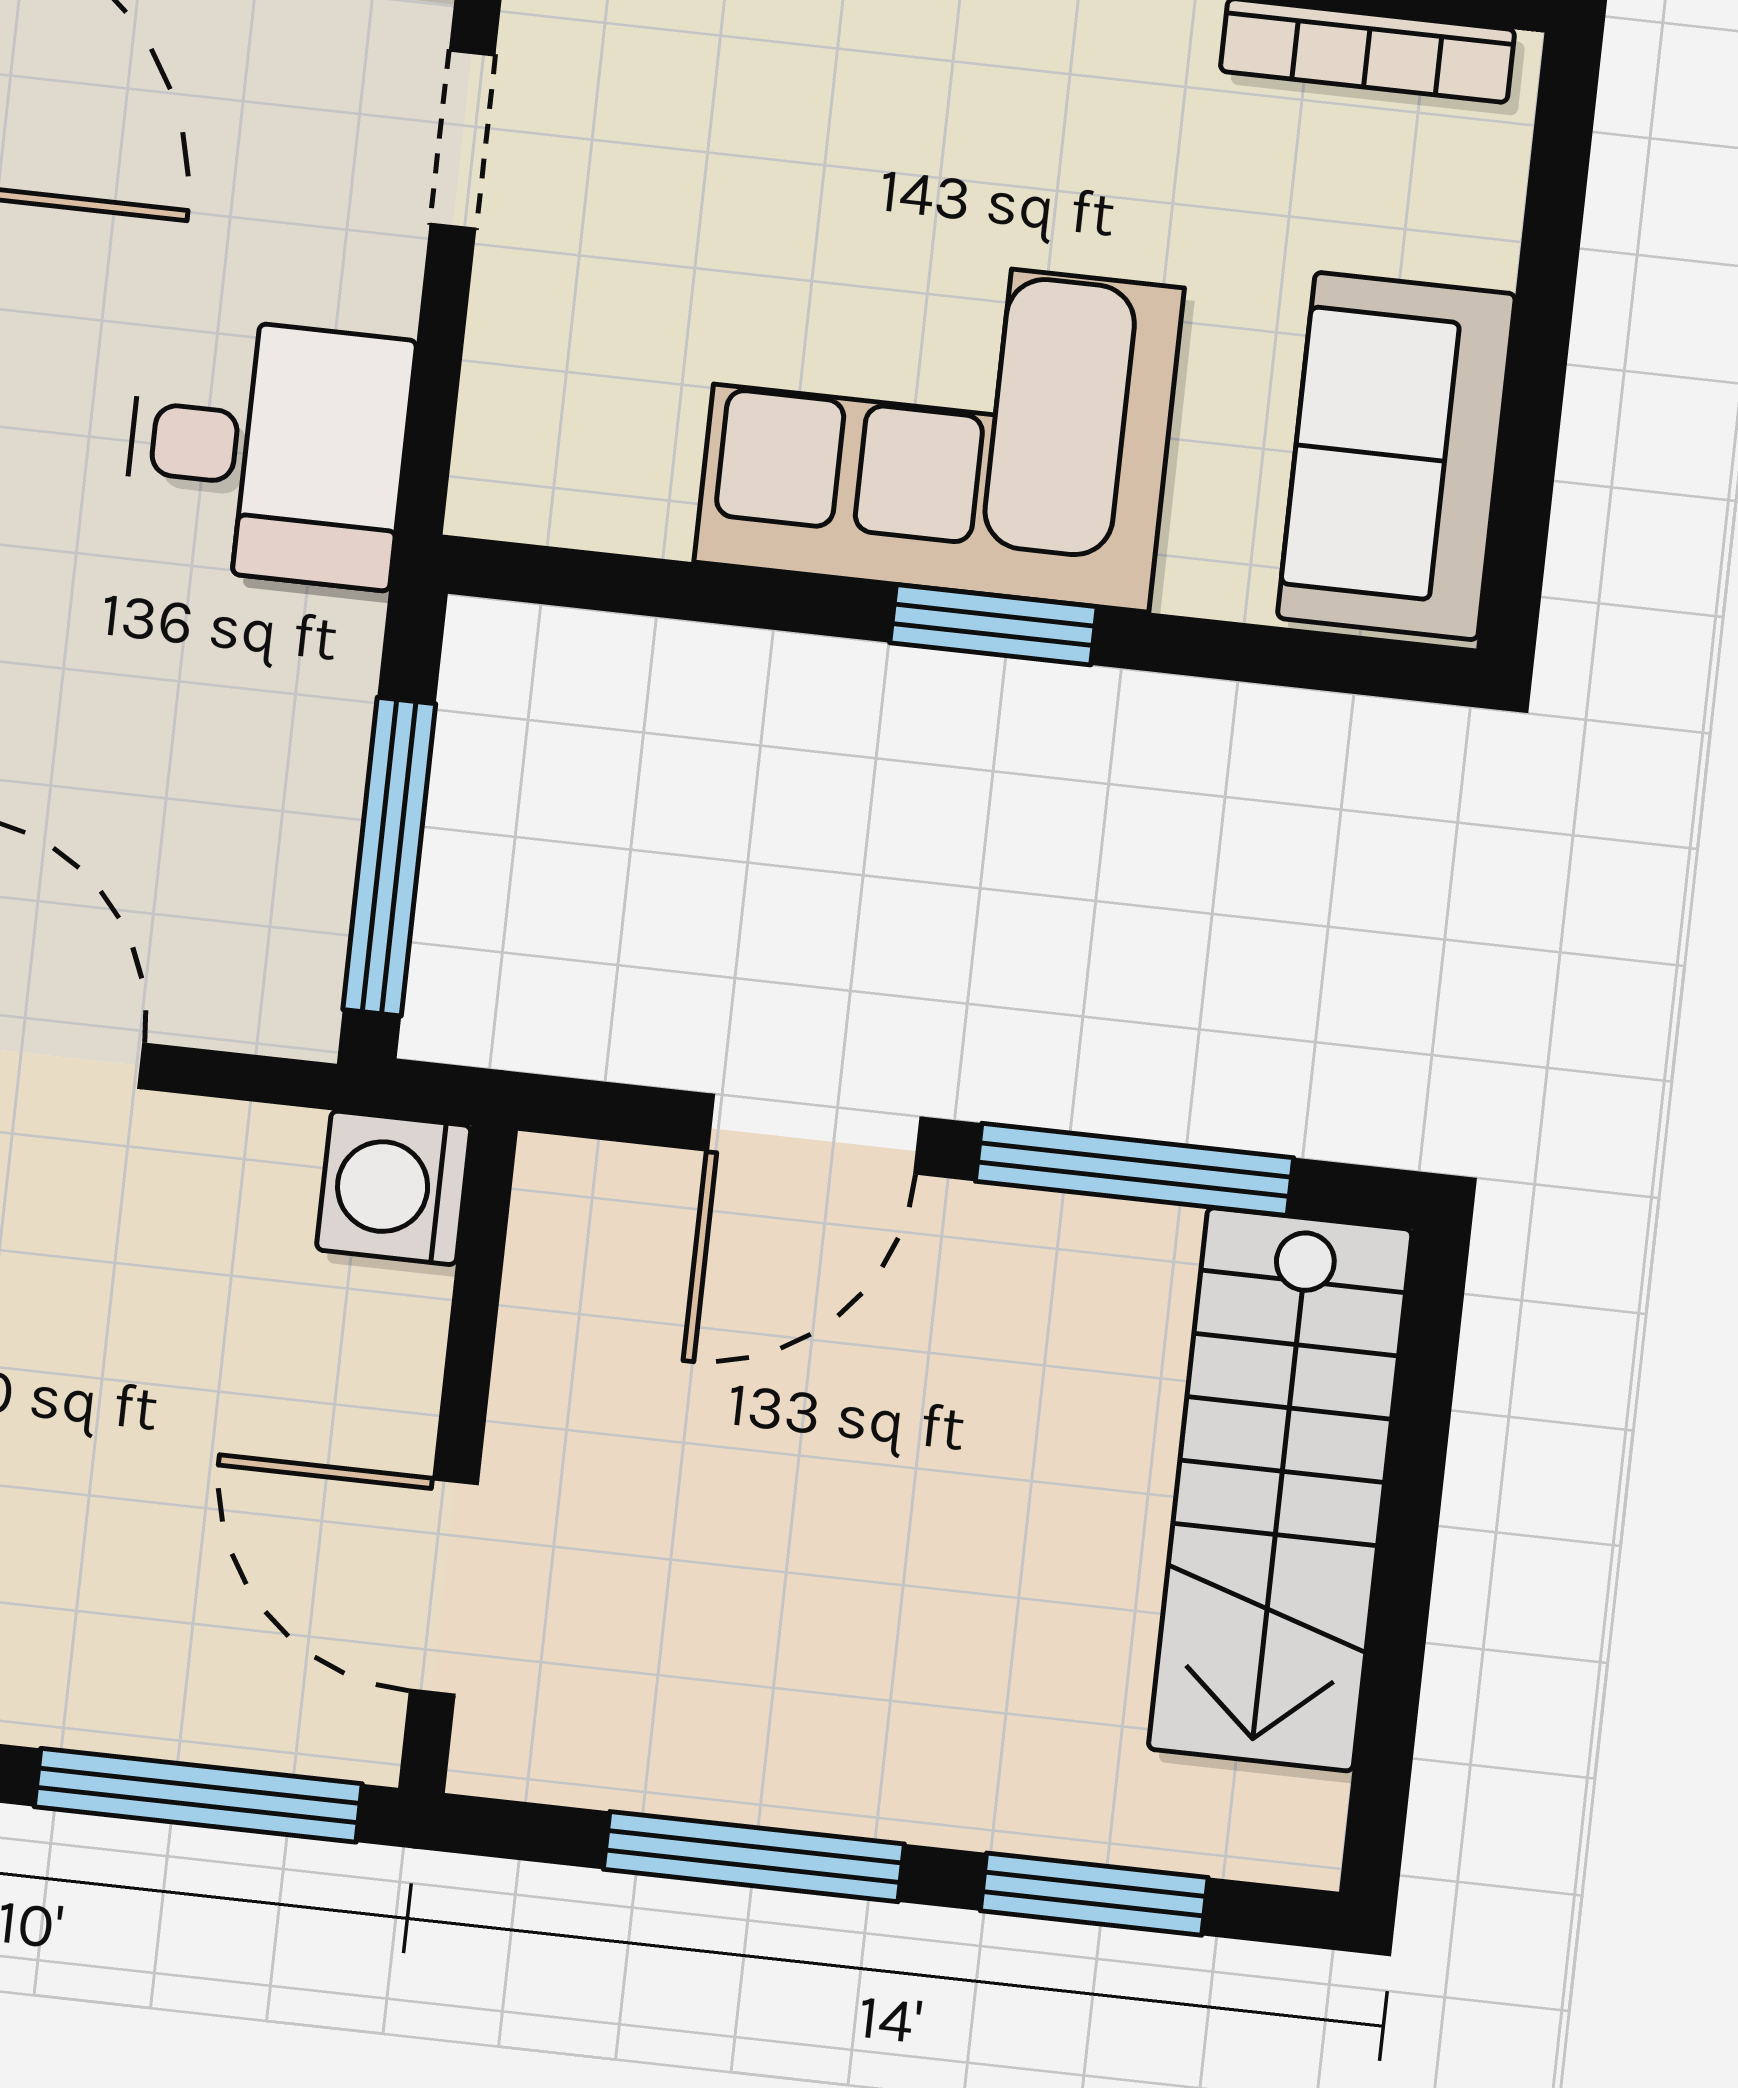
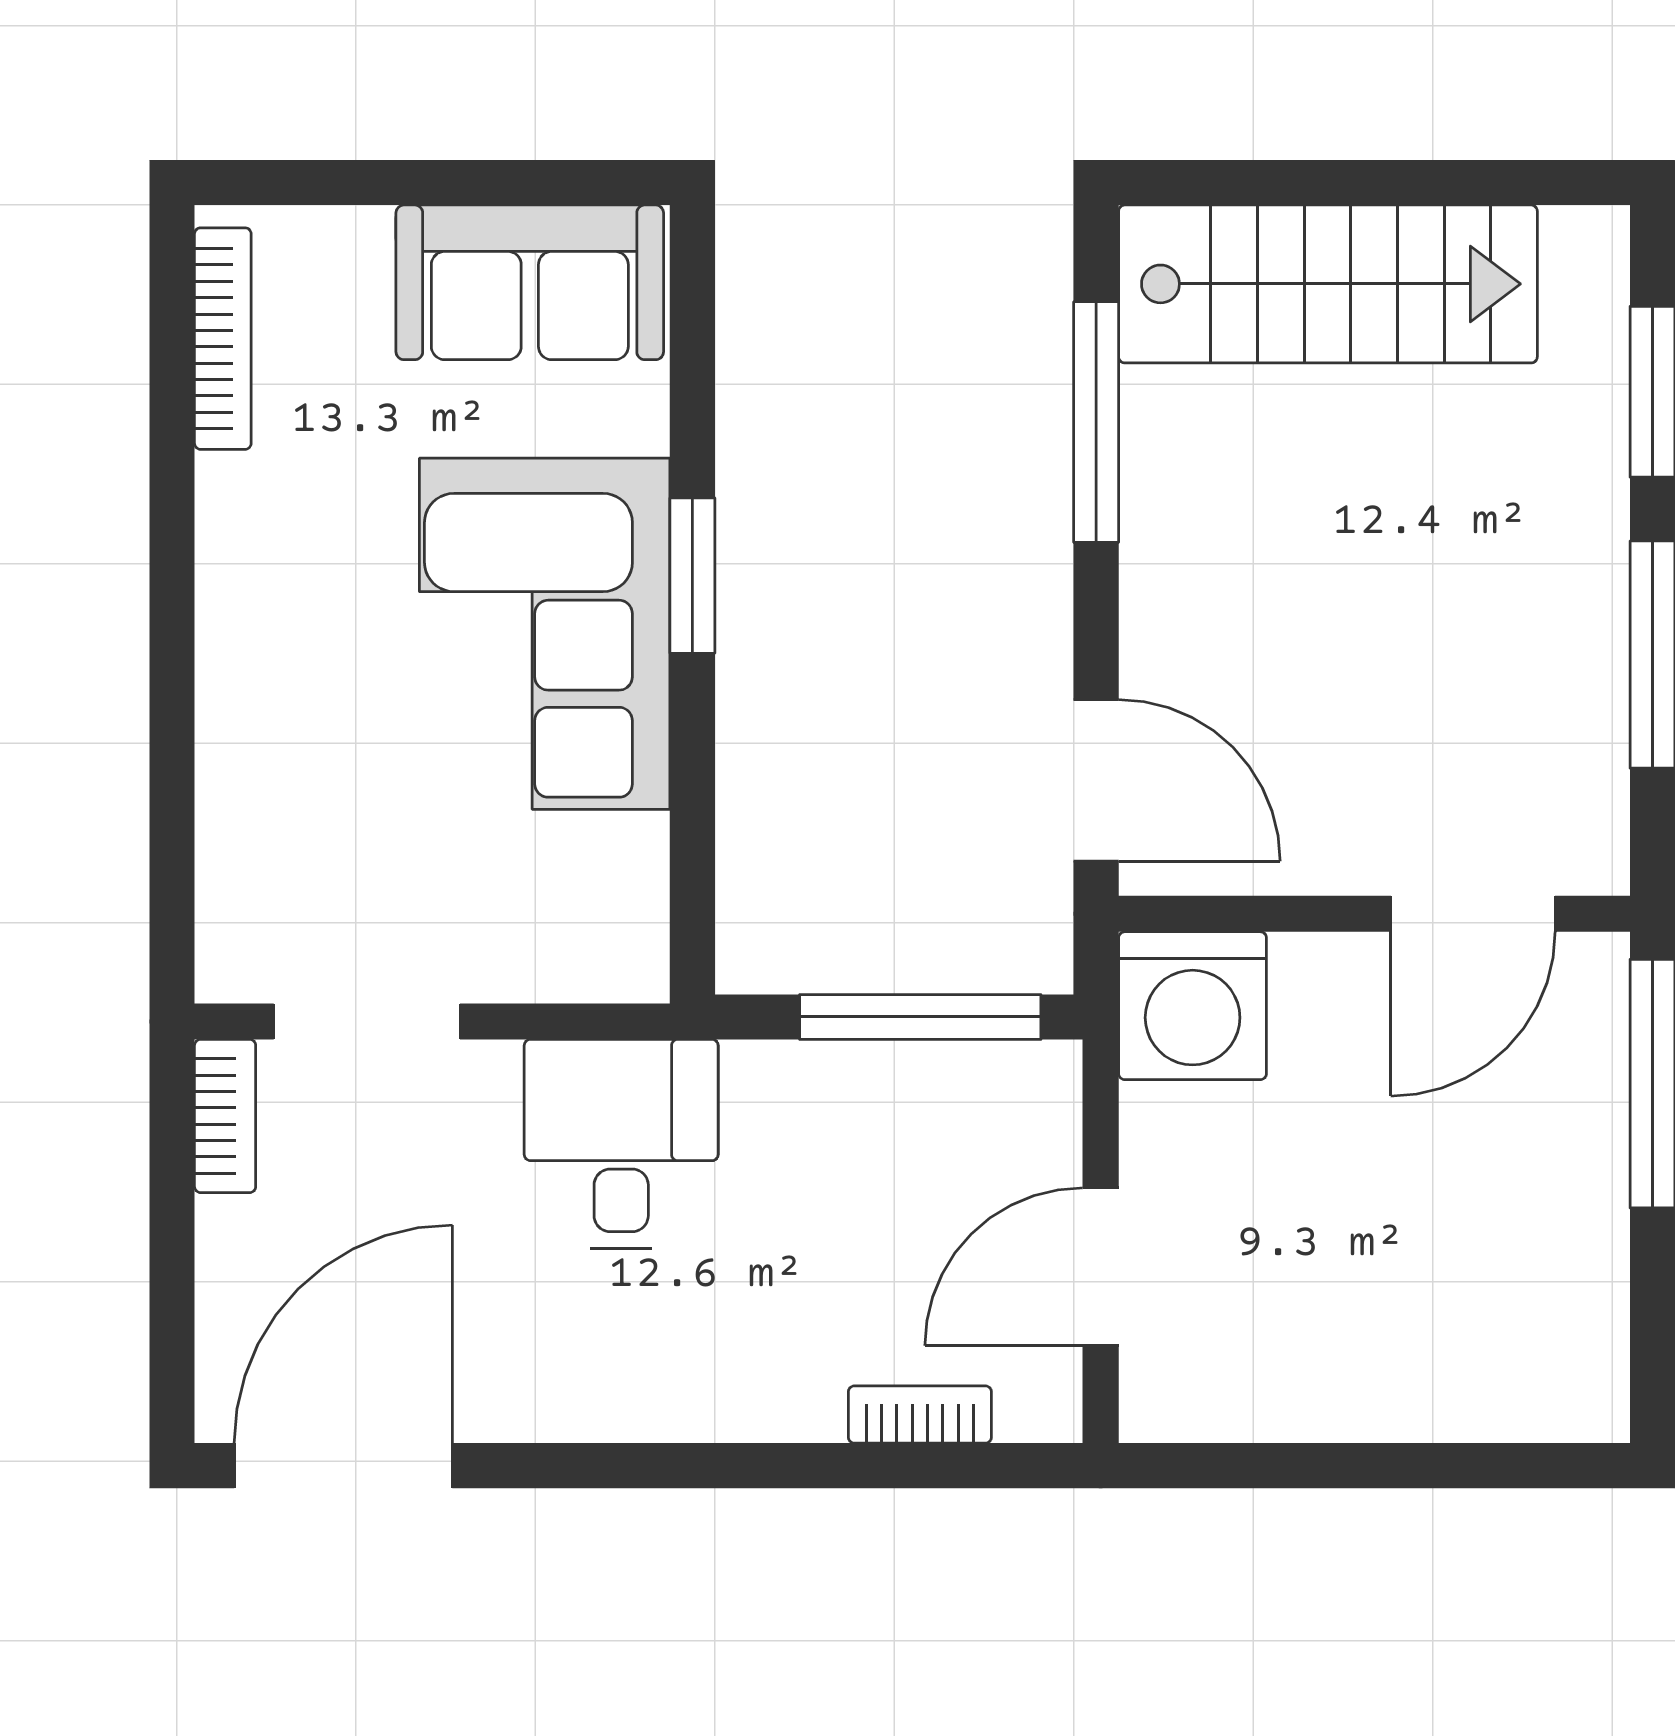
doorway: (463, 140) -> (367, 1021), width x1.38
door: (814, 1134) -> (1096, 780), moved
washing machine: (394, 1188) -> (1193, 1006), width x1.37, depth x1.37

